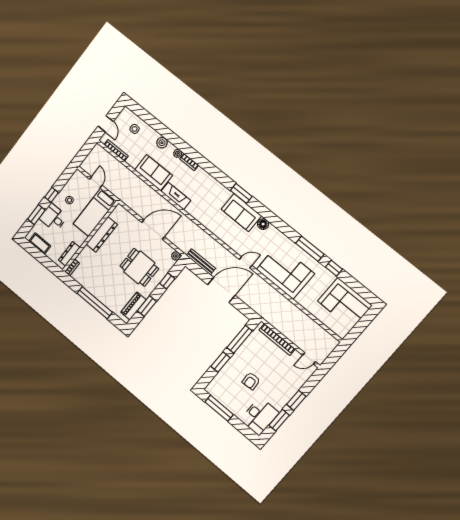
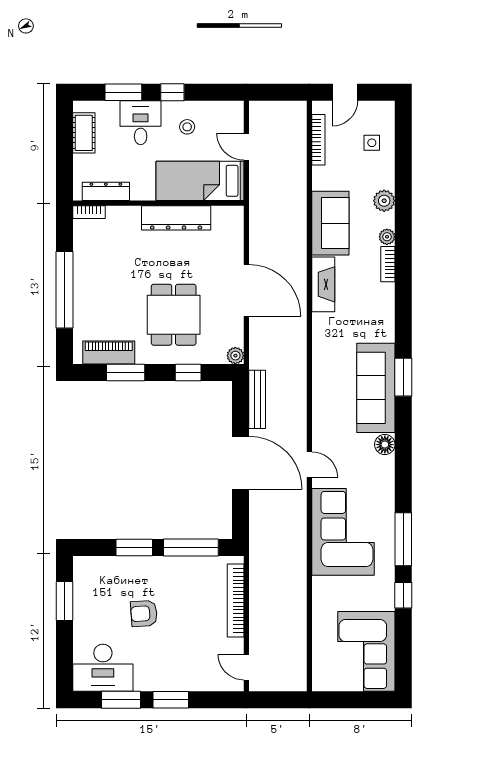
door: (96, 182) -> (246, 147), swing flipped
sofa: (241, 213) -> (376, 388), width x1.36
window: (219, 408) -> (64, 601), width x0.69

